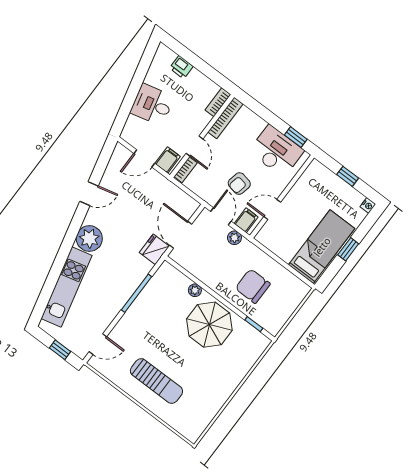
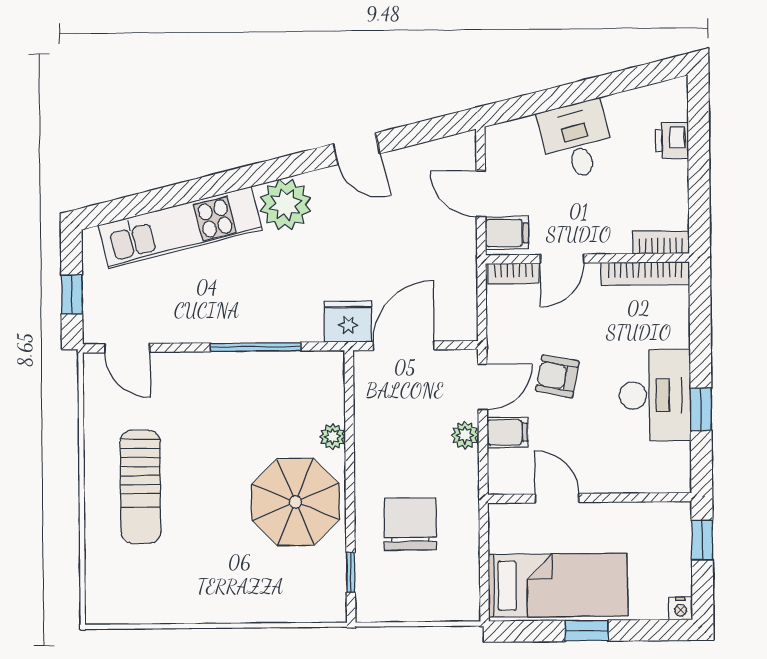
wall: (282, 197) -> (590, 498), moved
door: (272, 209) -> (557, 498), moved

